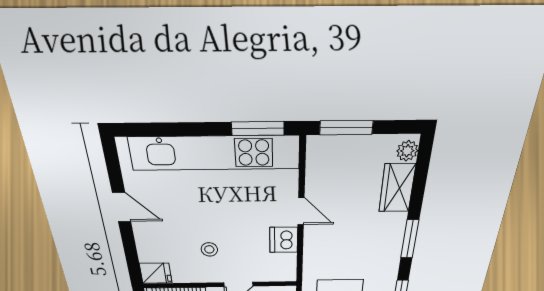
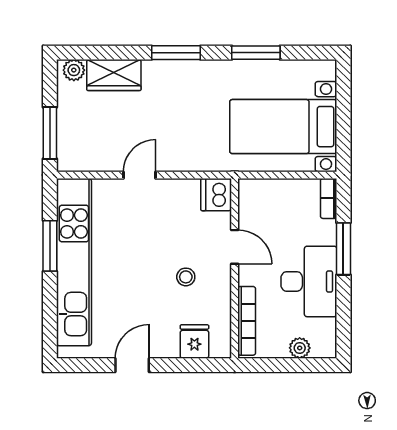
window: (258, 128) -> (50, 246), moved
dishwasher: (284, 240) -> (216, 195), moved, turned 90
fridge: (156, 273) -> (194, 341), moved

